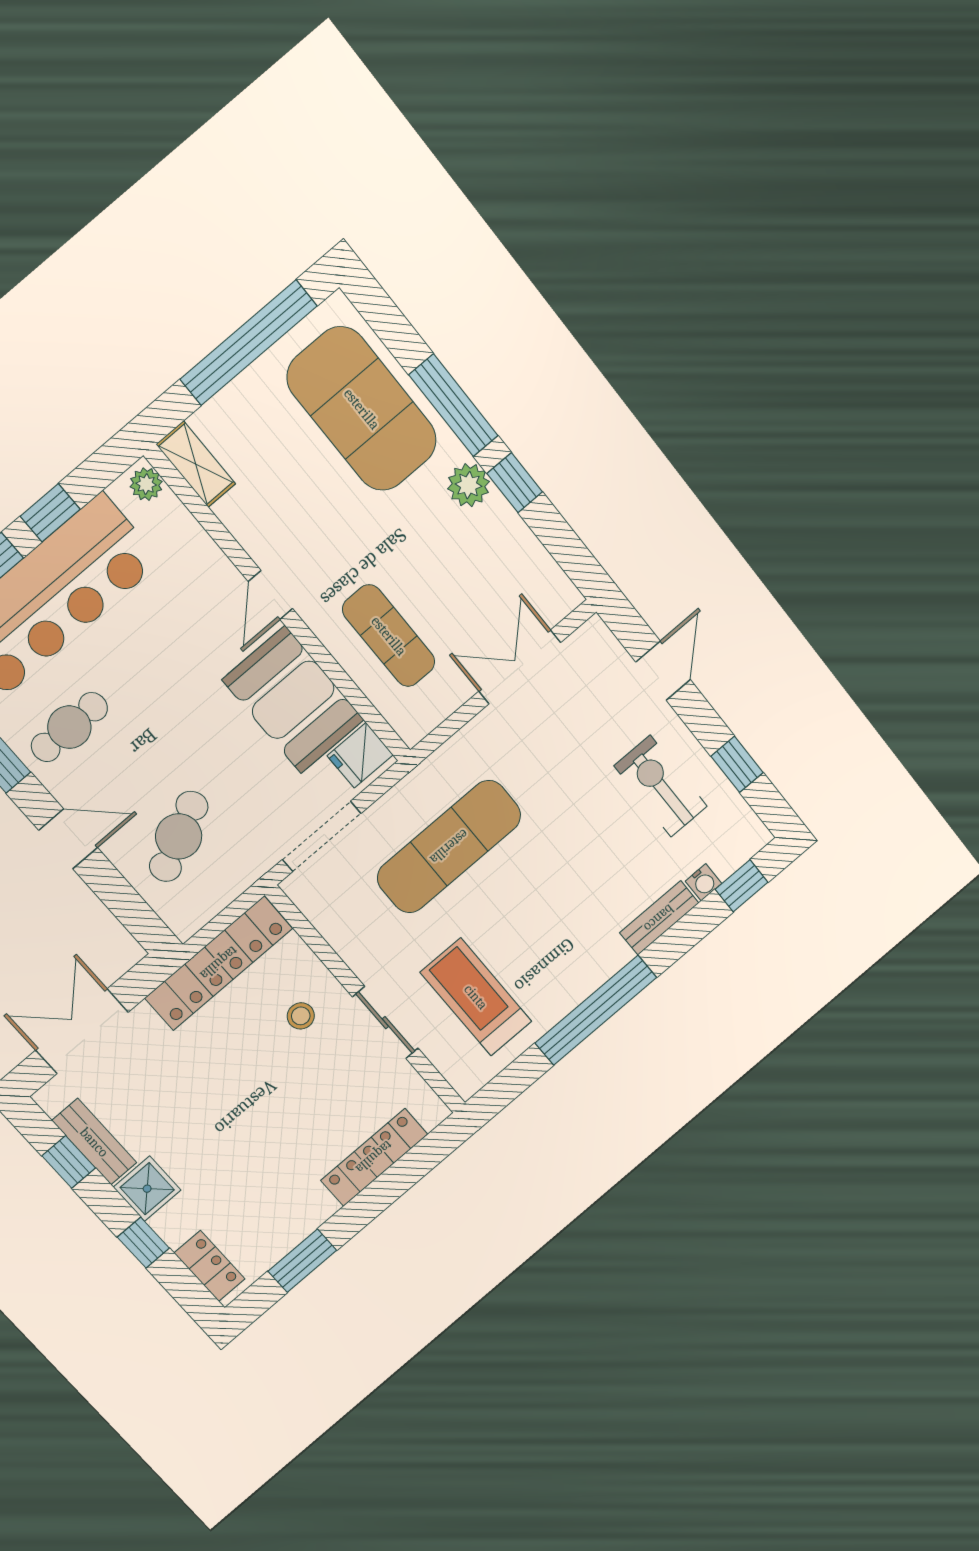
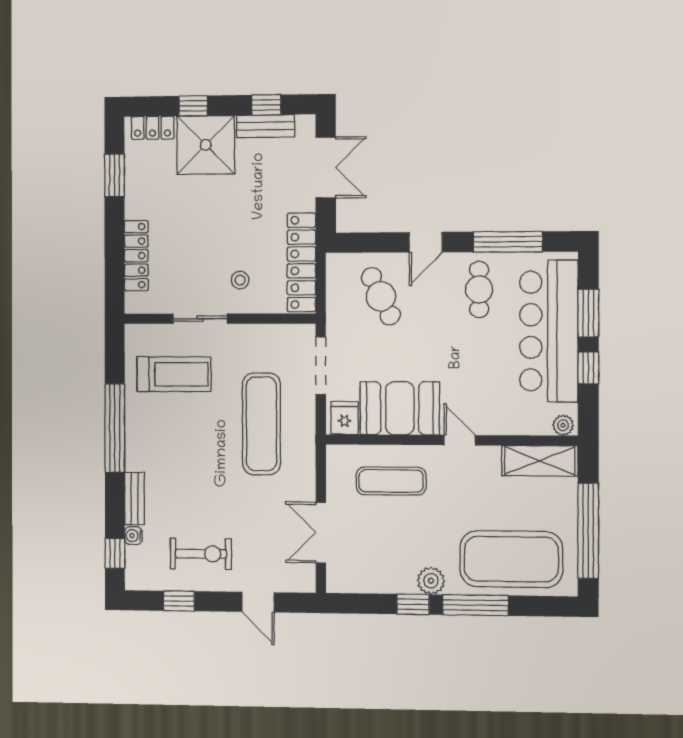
shelving: (196, 464) -> (540, 461), width x1.50, depth x1.33
double door: (520, 667) -> (321, 533), swing flipped
shower: (147, 1189) -> (206, 145), width x1.86, depth x1.86

